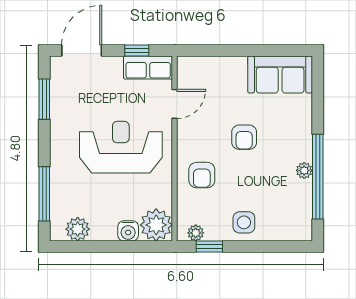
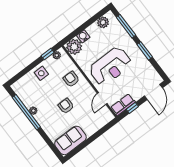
window: (44, 99) -> (145, 51), moved

